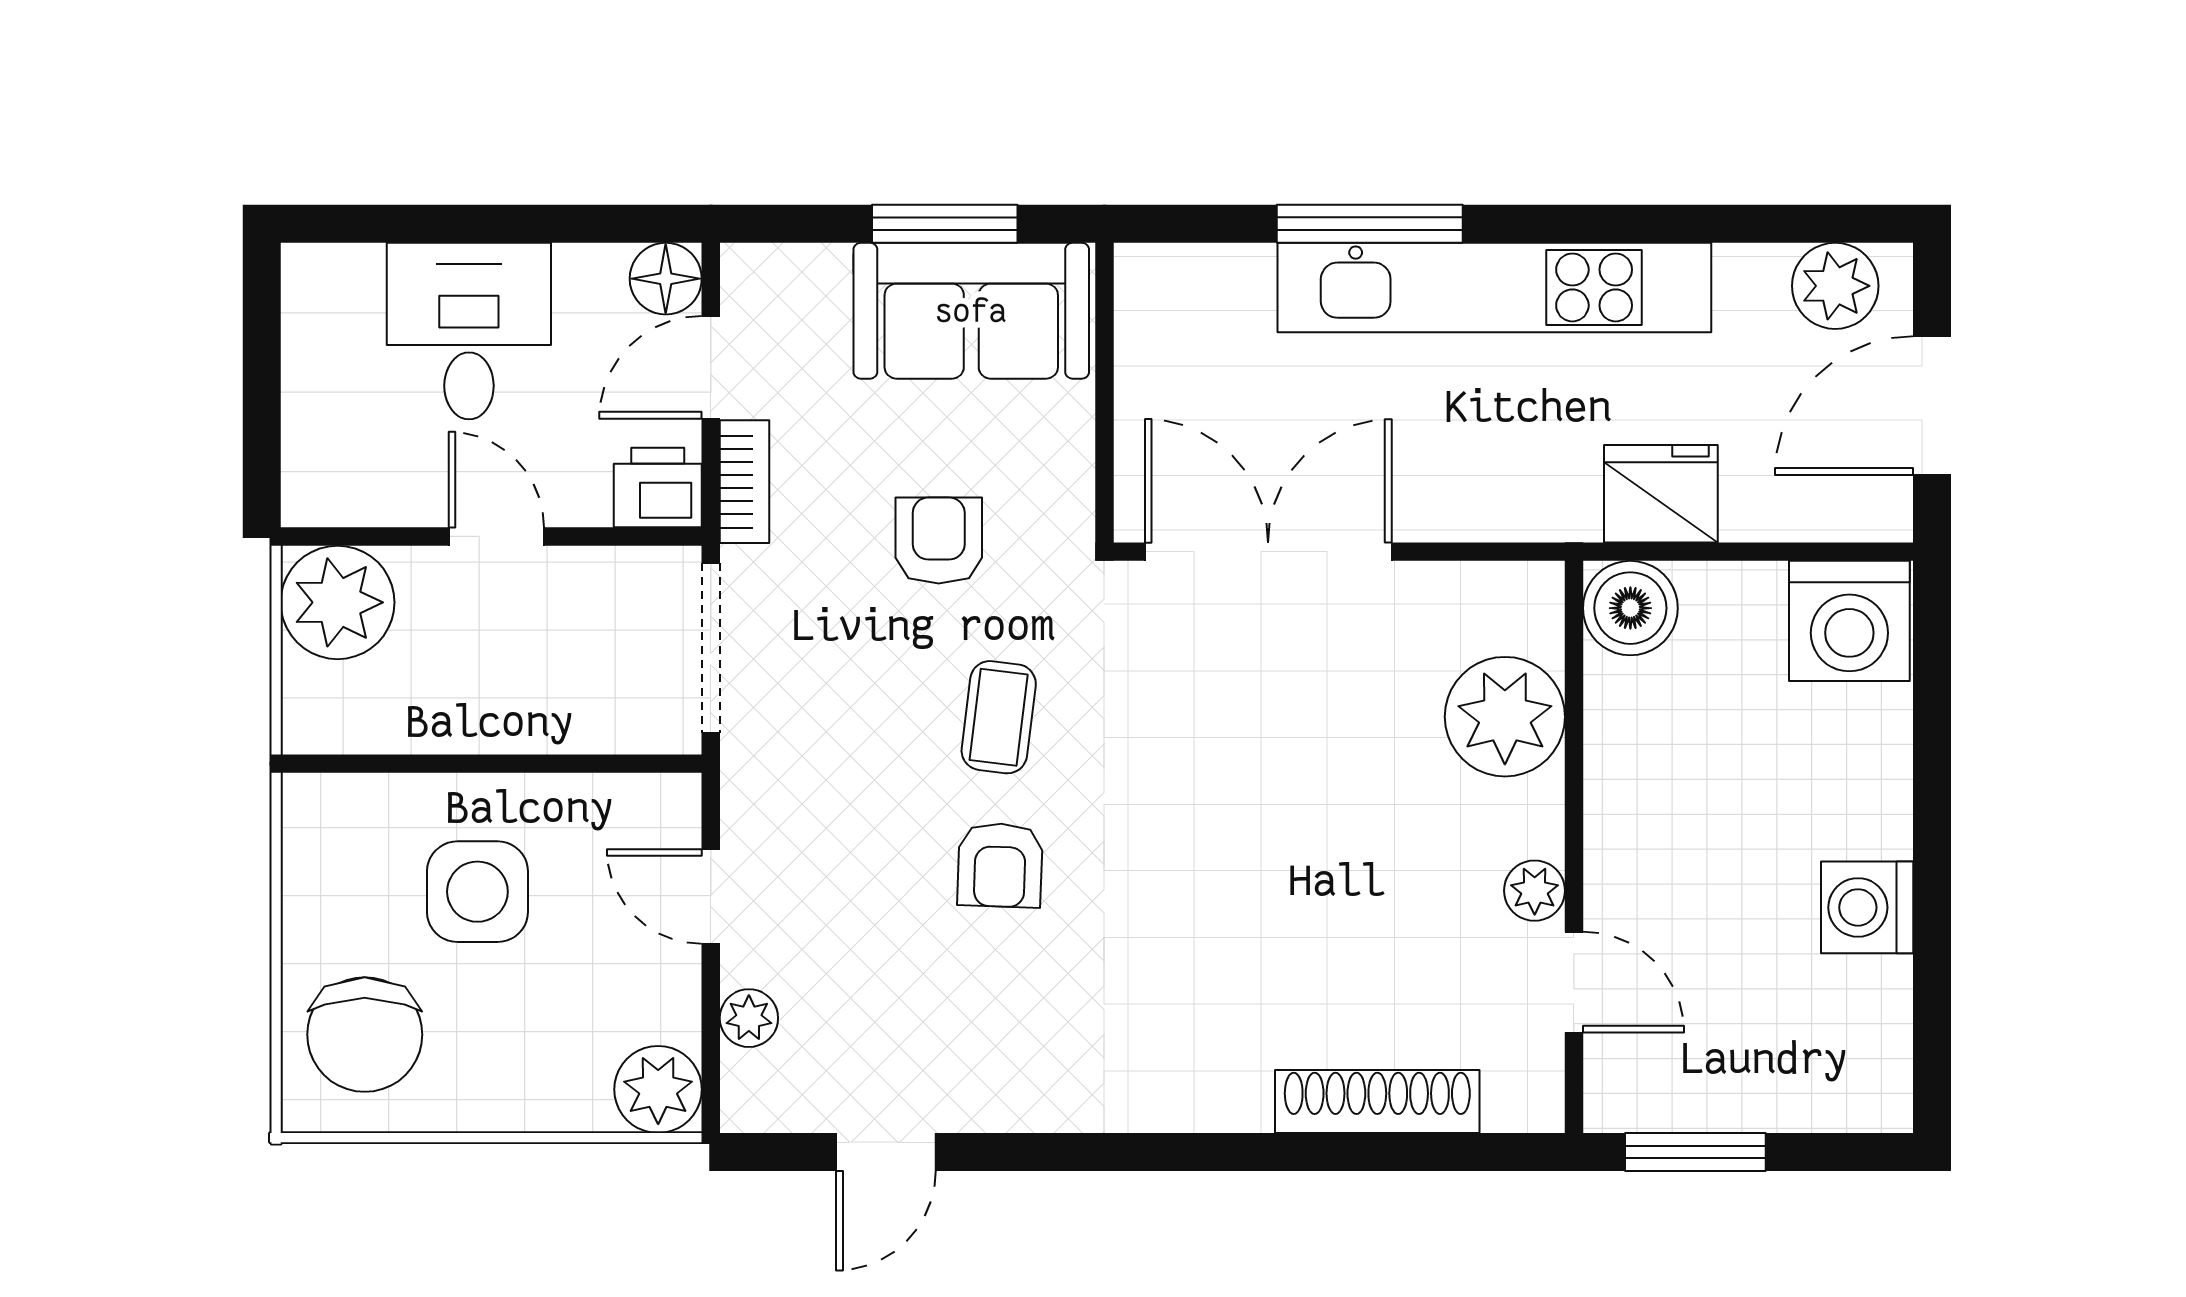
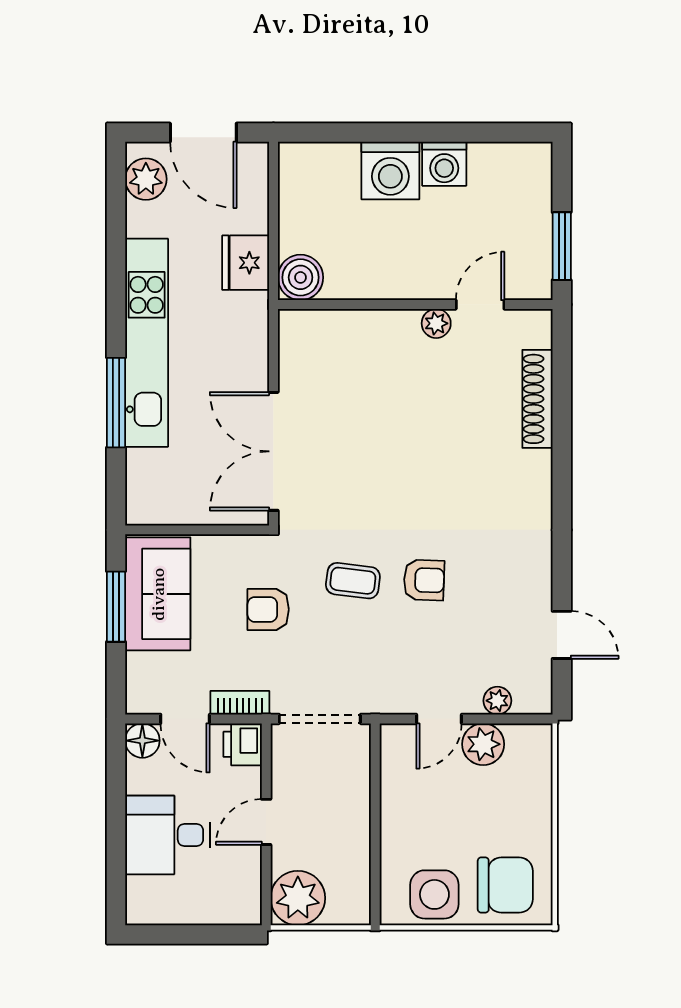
washing machine: (1849, 621) -> (390, 171), moved, turned 90
plant: (1505, 717) -> (353, 338), removed
side table: (477, 892) -> (434, 894), moved
plant: (658, 1089) -> (483, 744), moved

